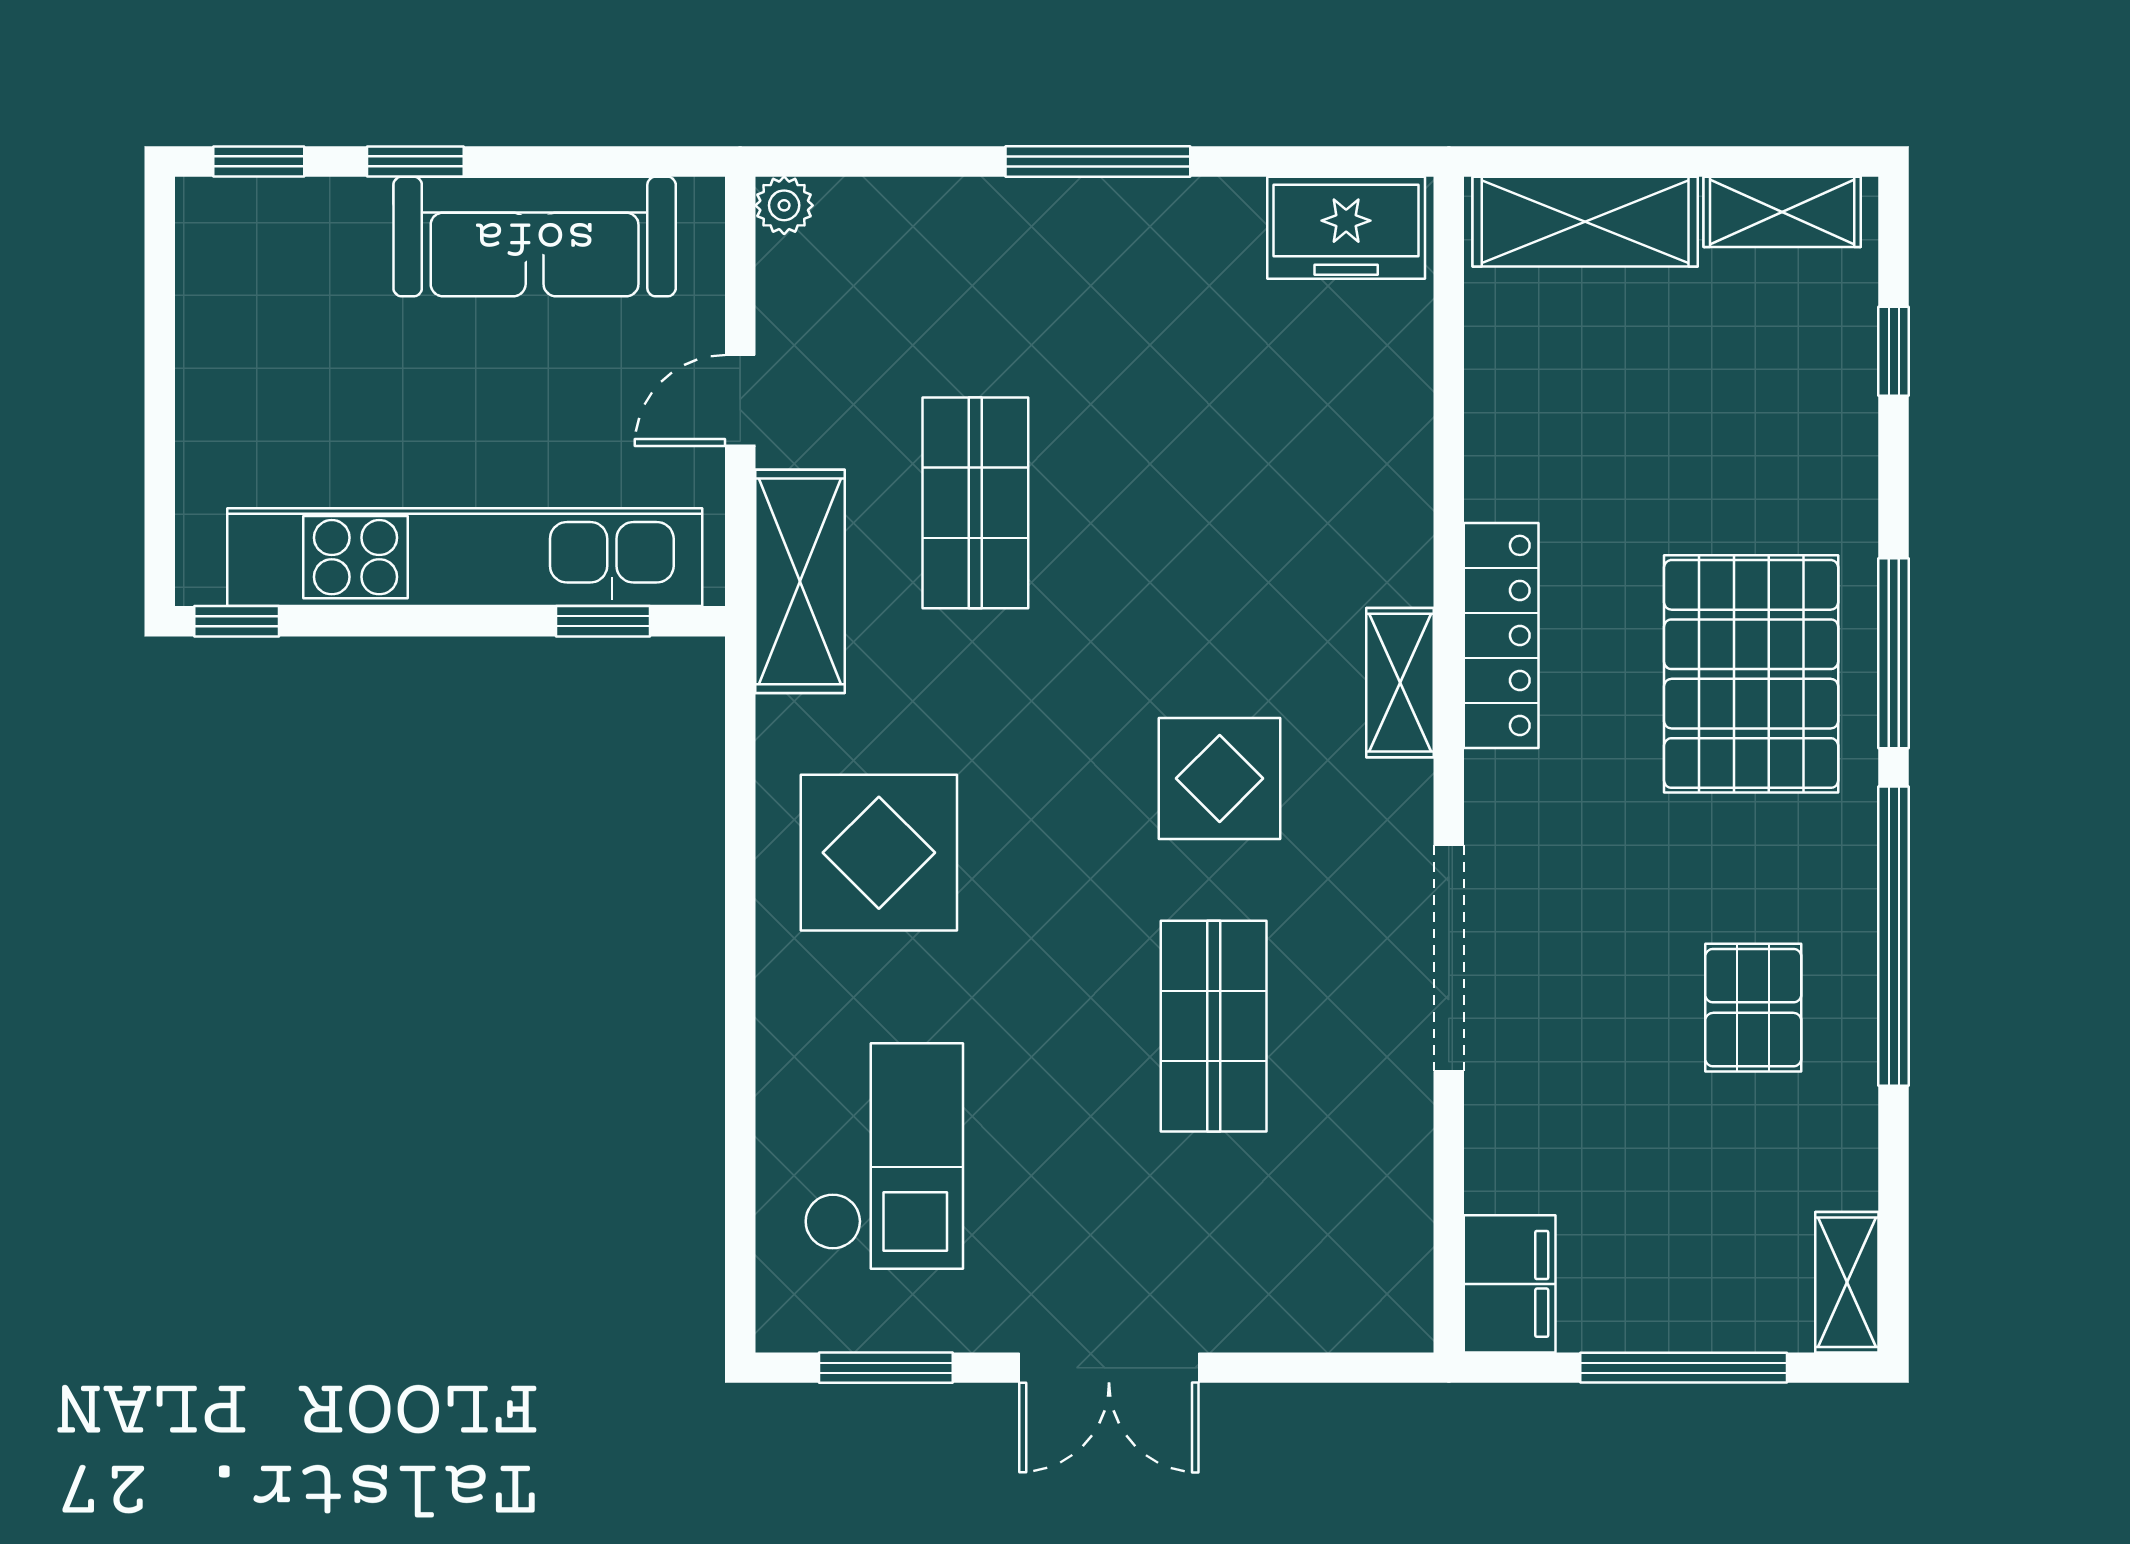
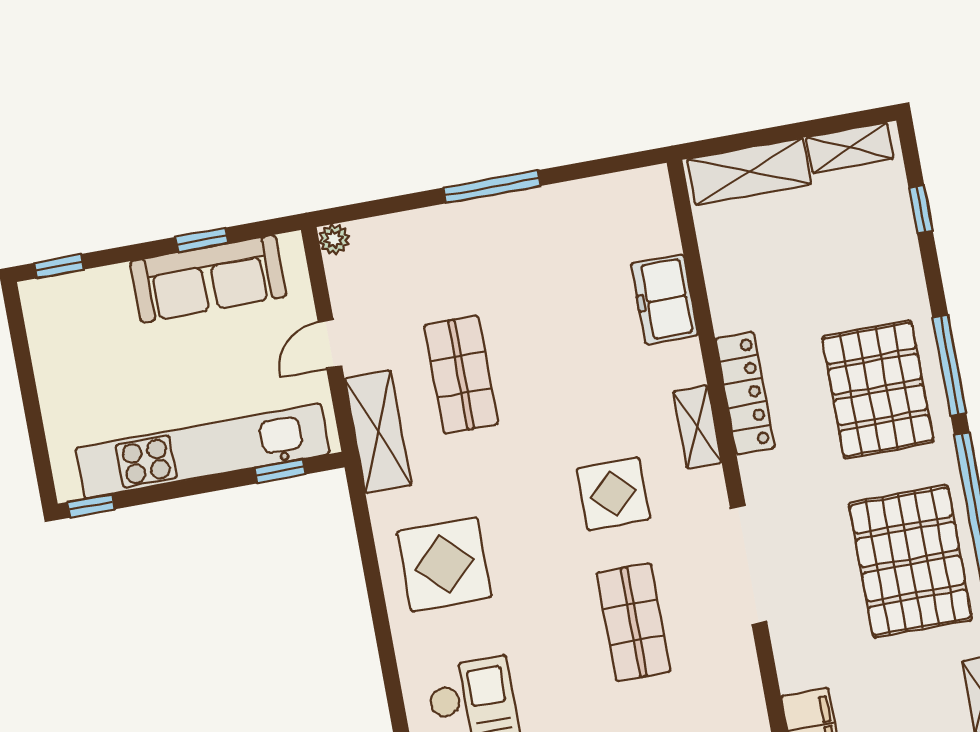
window: (415, 161) -> (202, 240), moved
freezer: (1346, 228) -> (665, 299), moved, turned 90
pallet: (1753, 1008) -> (910, 561), width x2.05, depth x2.00

